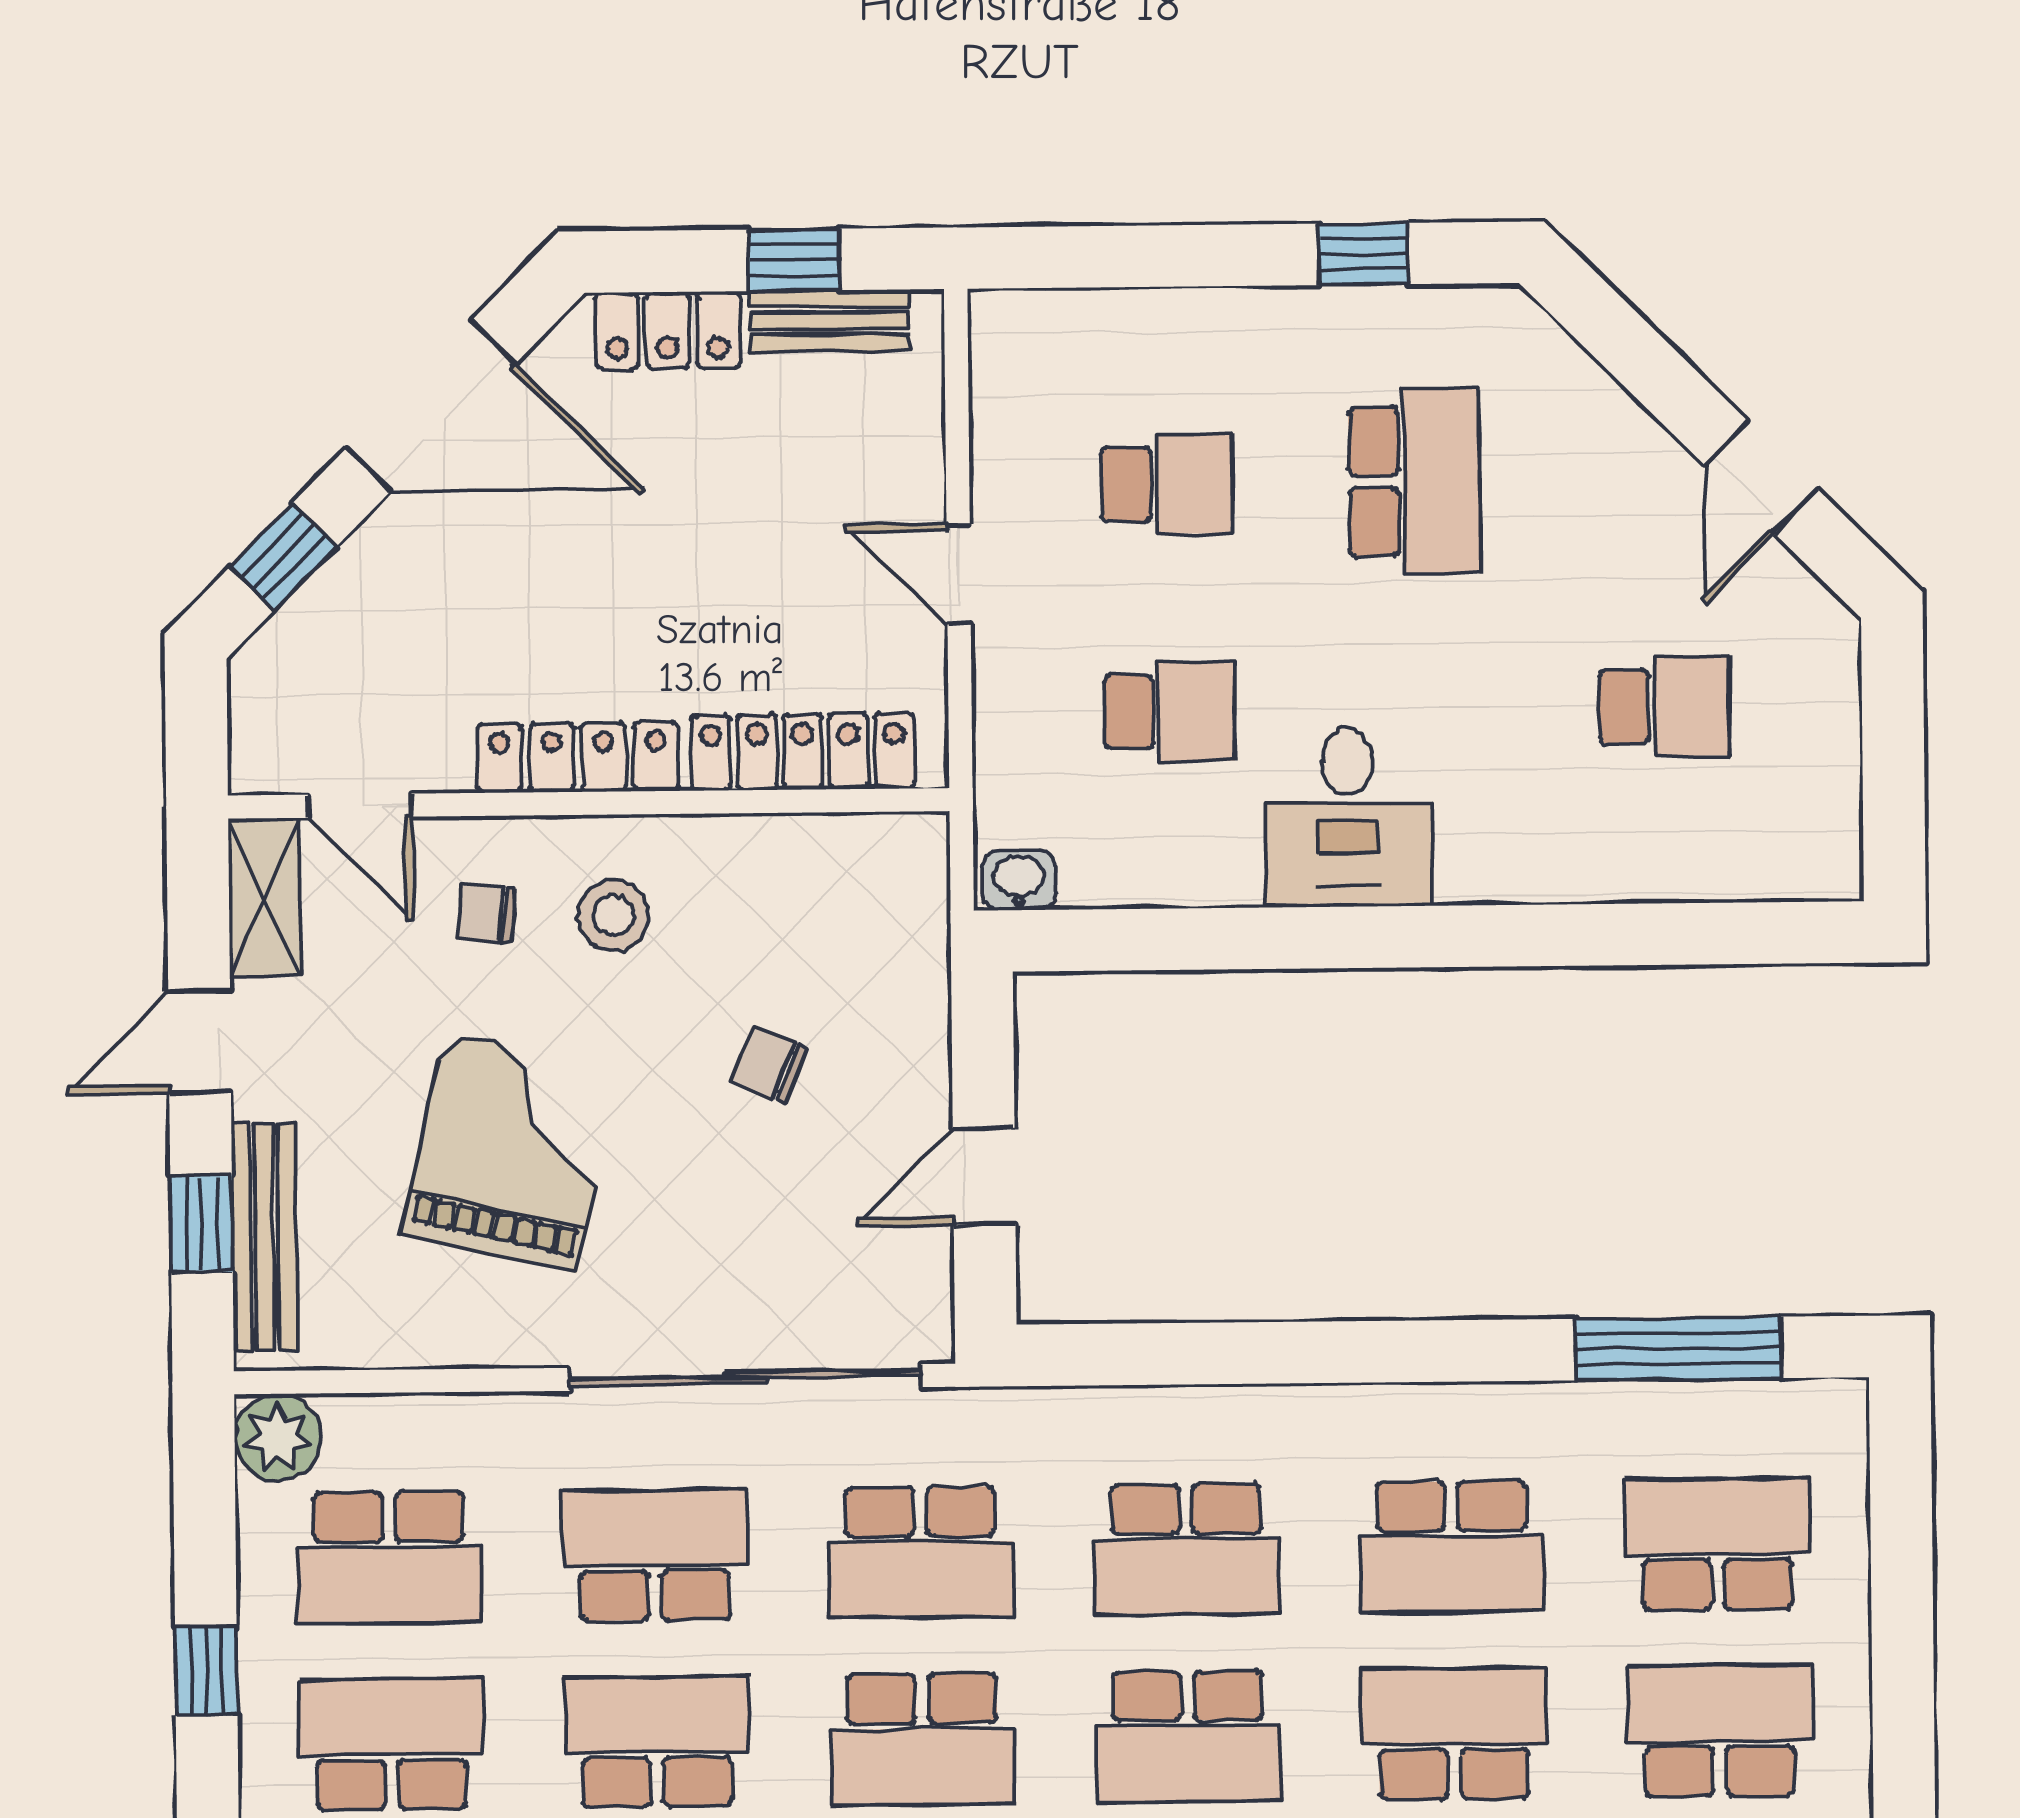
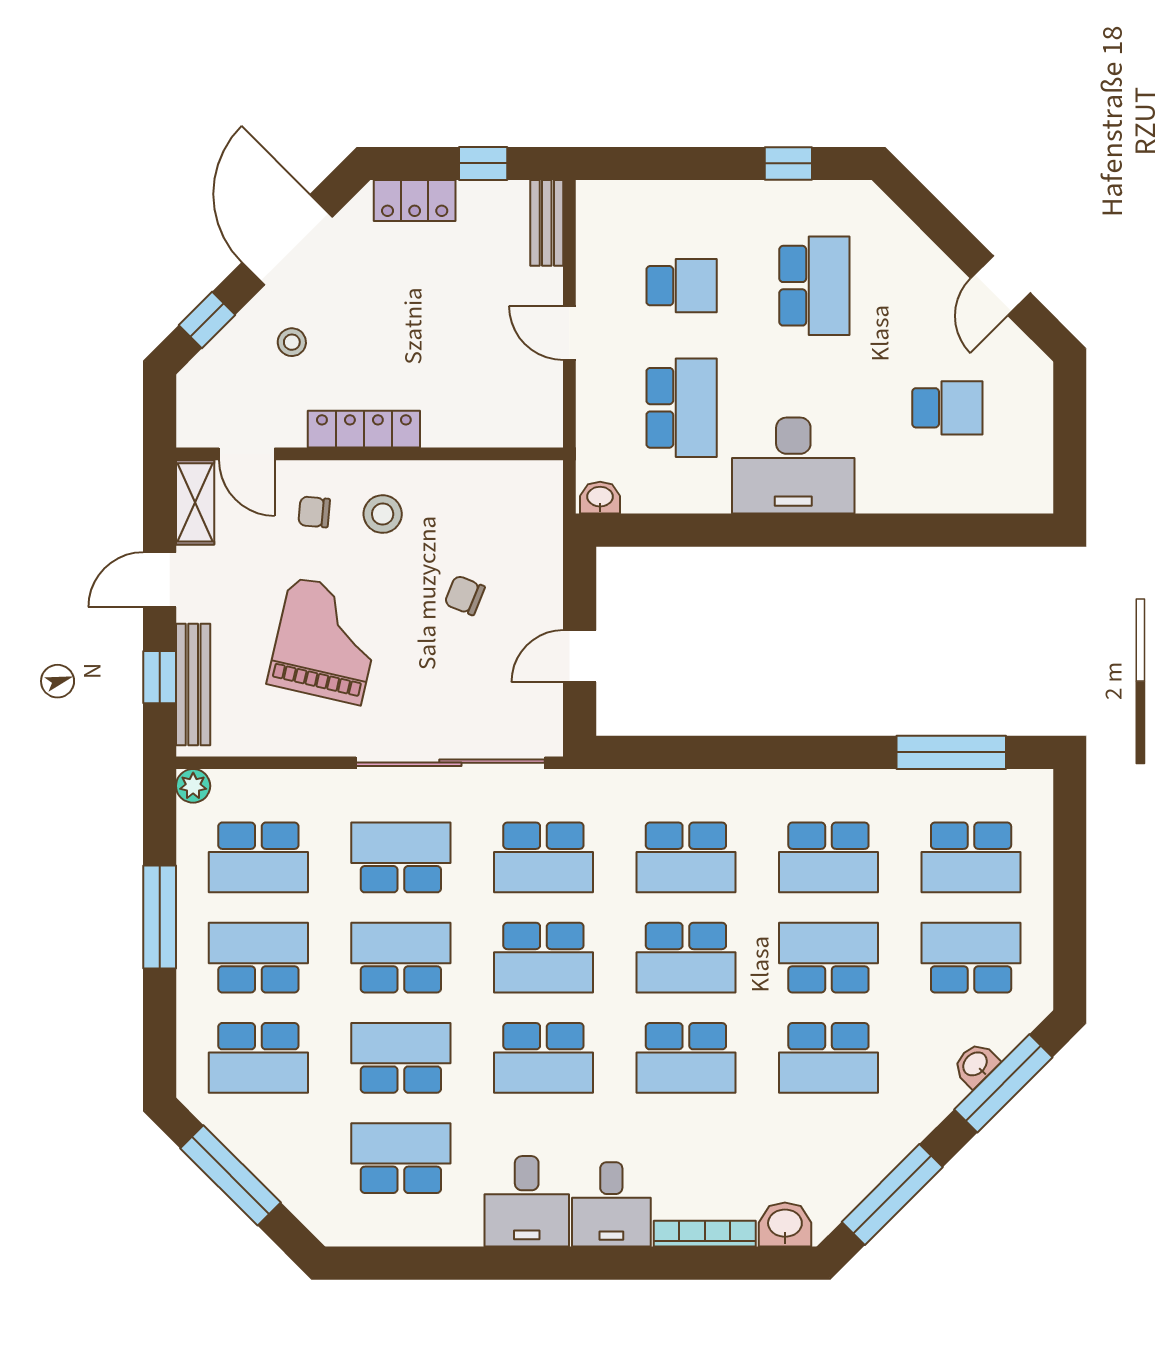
bench: (830, 321) -> (547, 223), moved, turned 90
door: (431, 406) -> (287, 240), swing flipped
stool: (441, 597) -> (292, 342), added
school desk: (1169, 711) -> (682, 408), width x1.85
locker: (802, 752) -> (485, 427), removed
desk: (1348, 817) -> (793, 465), width x1.37
plant: (278, 1437) -> (193, 786), width x0.73, depth x0.73
school desk: (1717, 1544) -> (971, 857), turned 180
window: (206, 1671) -> (160, 917), width x2.17

